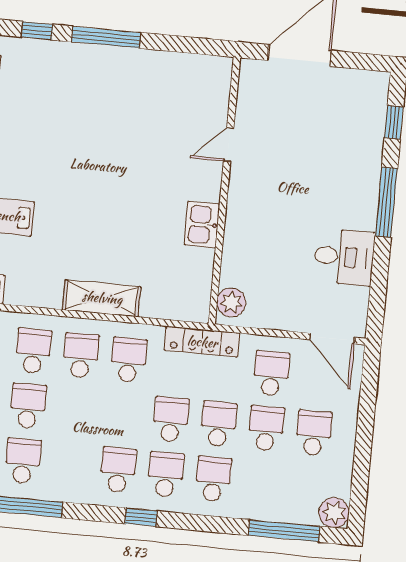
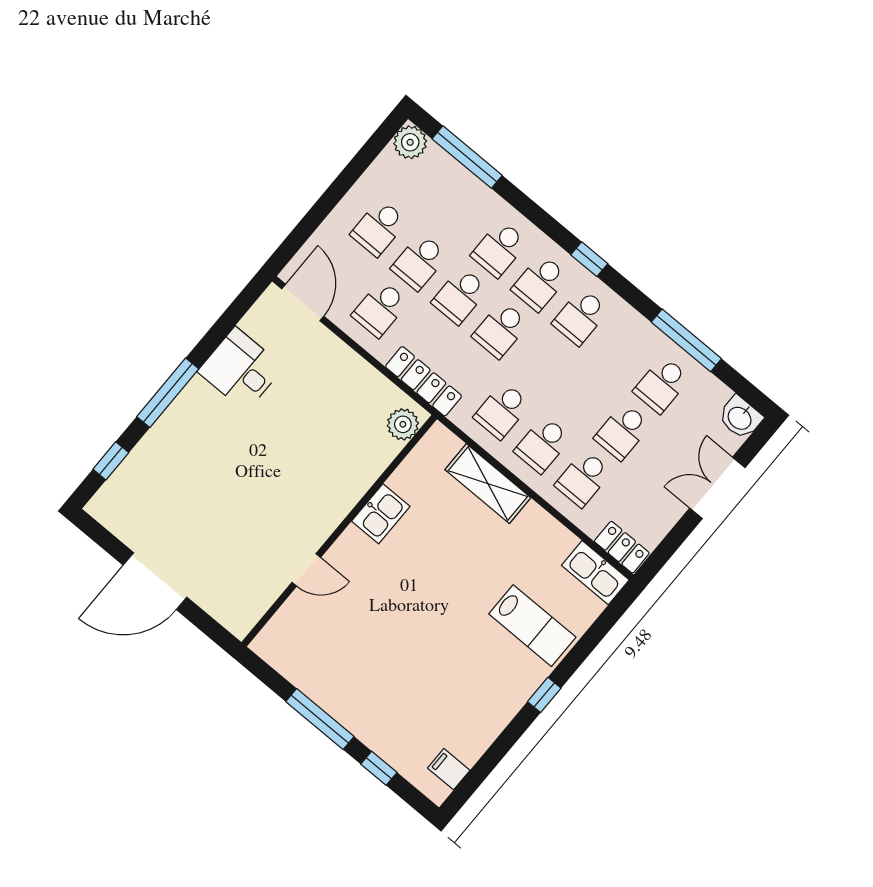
door: (229, 145) -> (306, 570), moved
wall: (224, 191) -> (339, 531), moved
kitchen sink: (202, 225) -> (381, 514), moved
plant: (231, 302) -> (403, 424), moved

